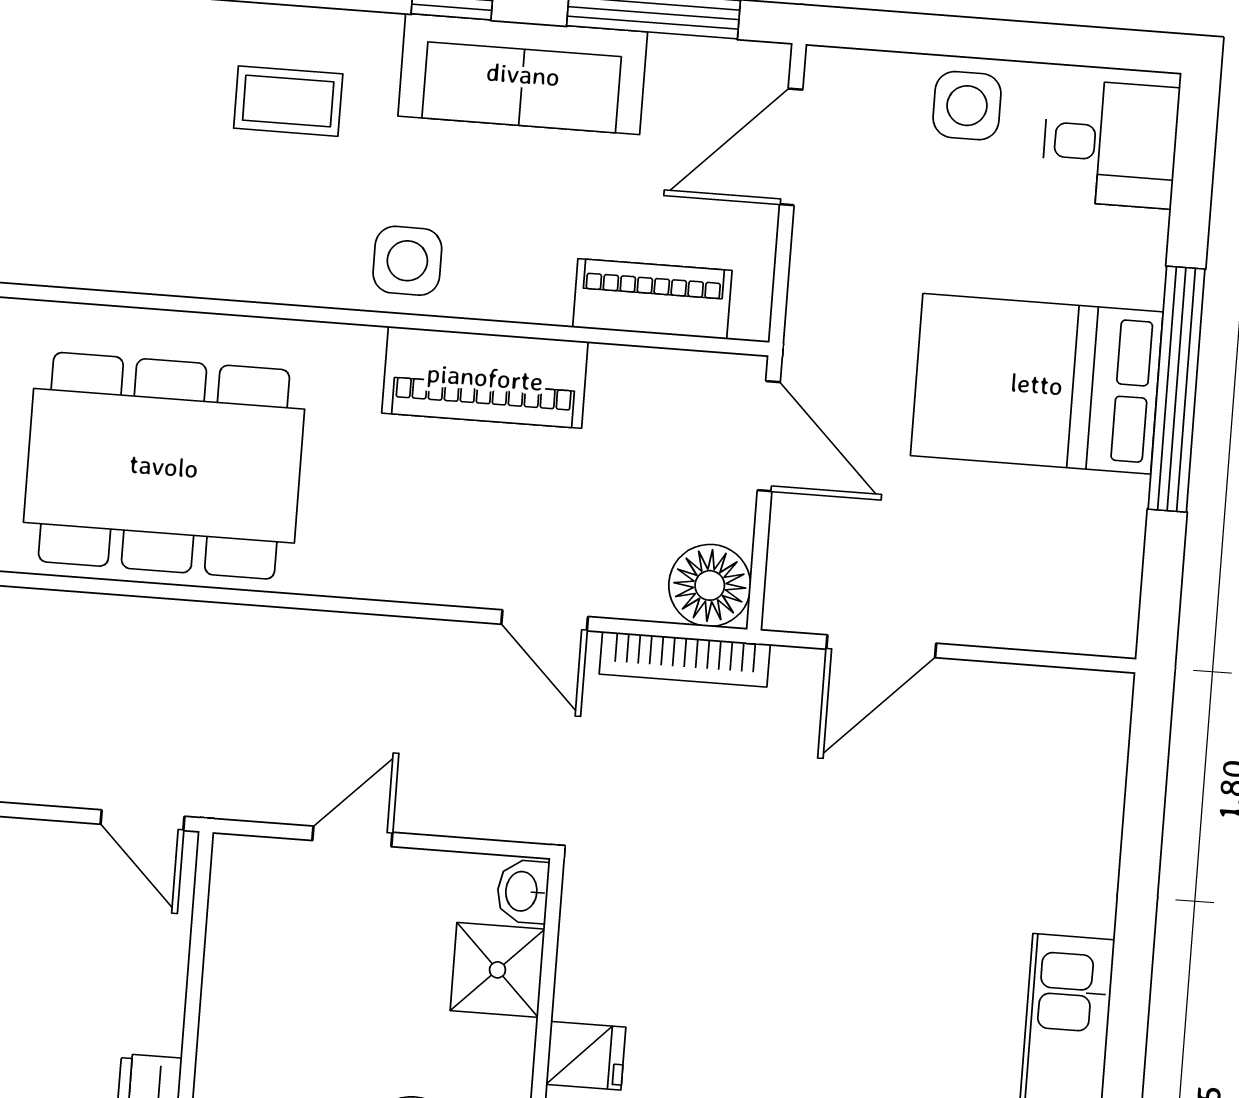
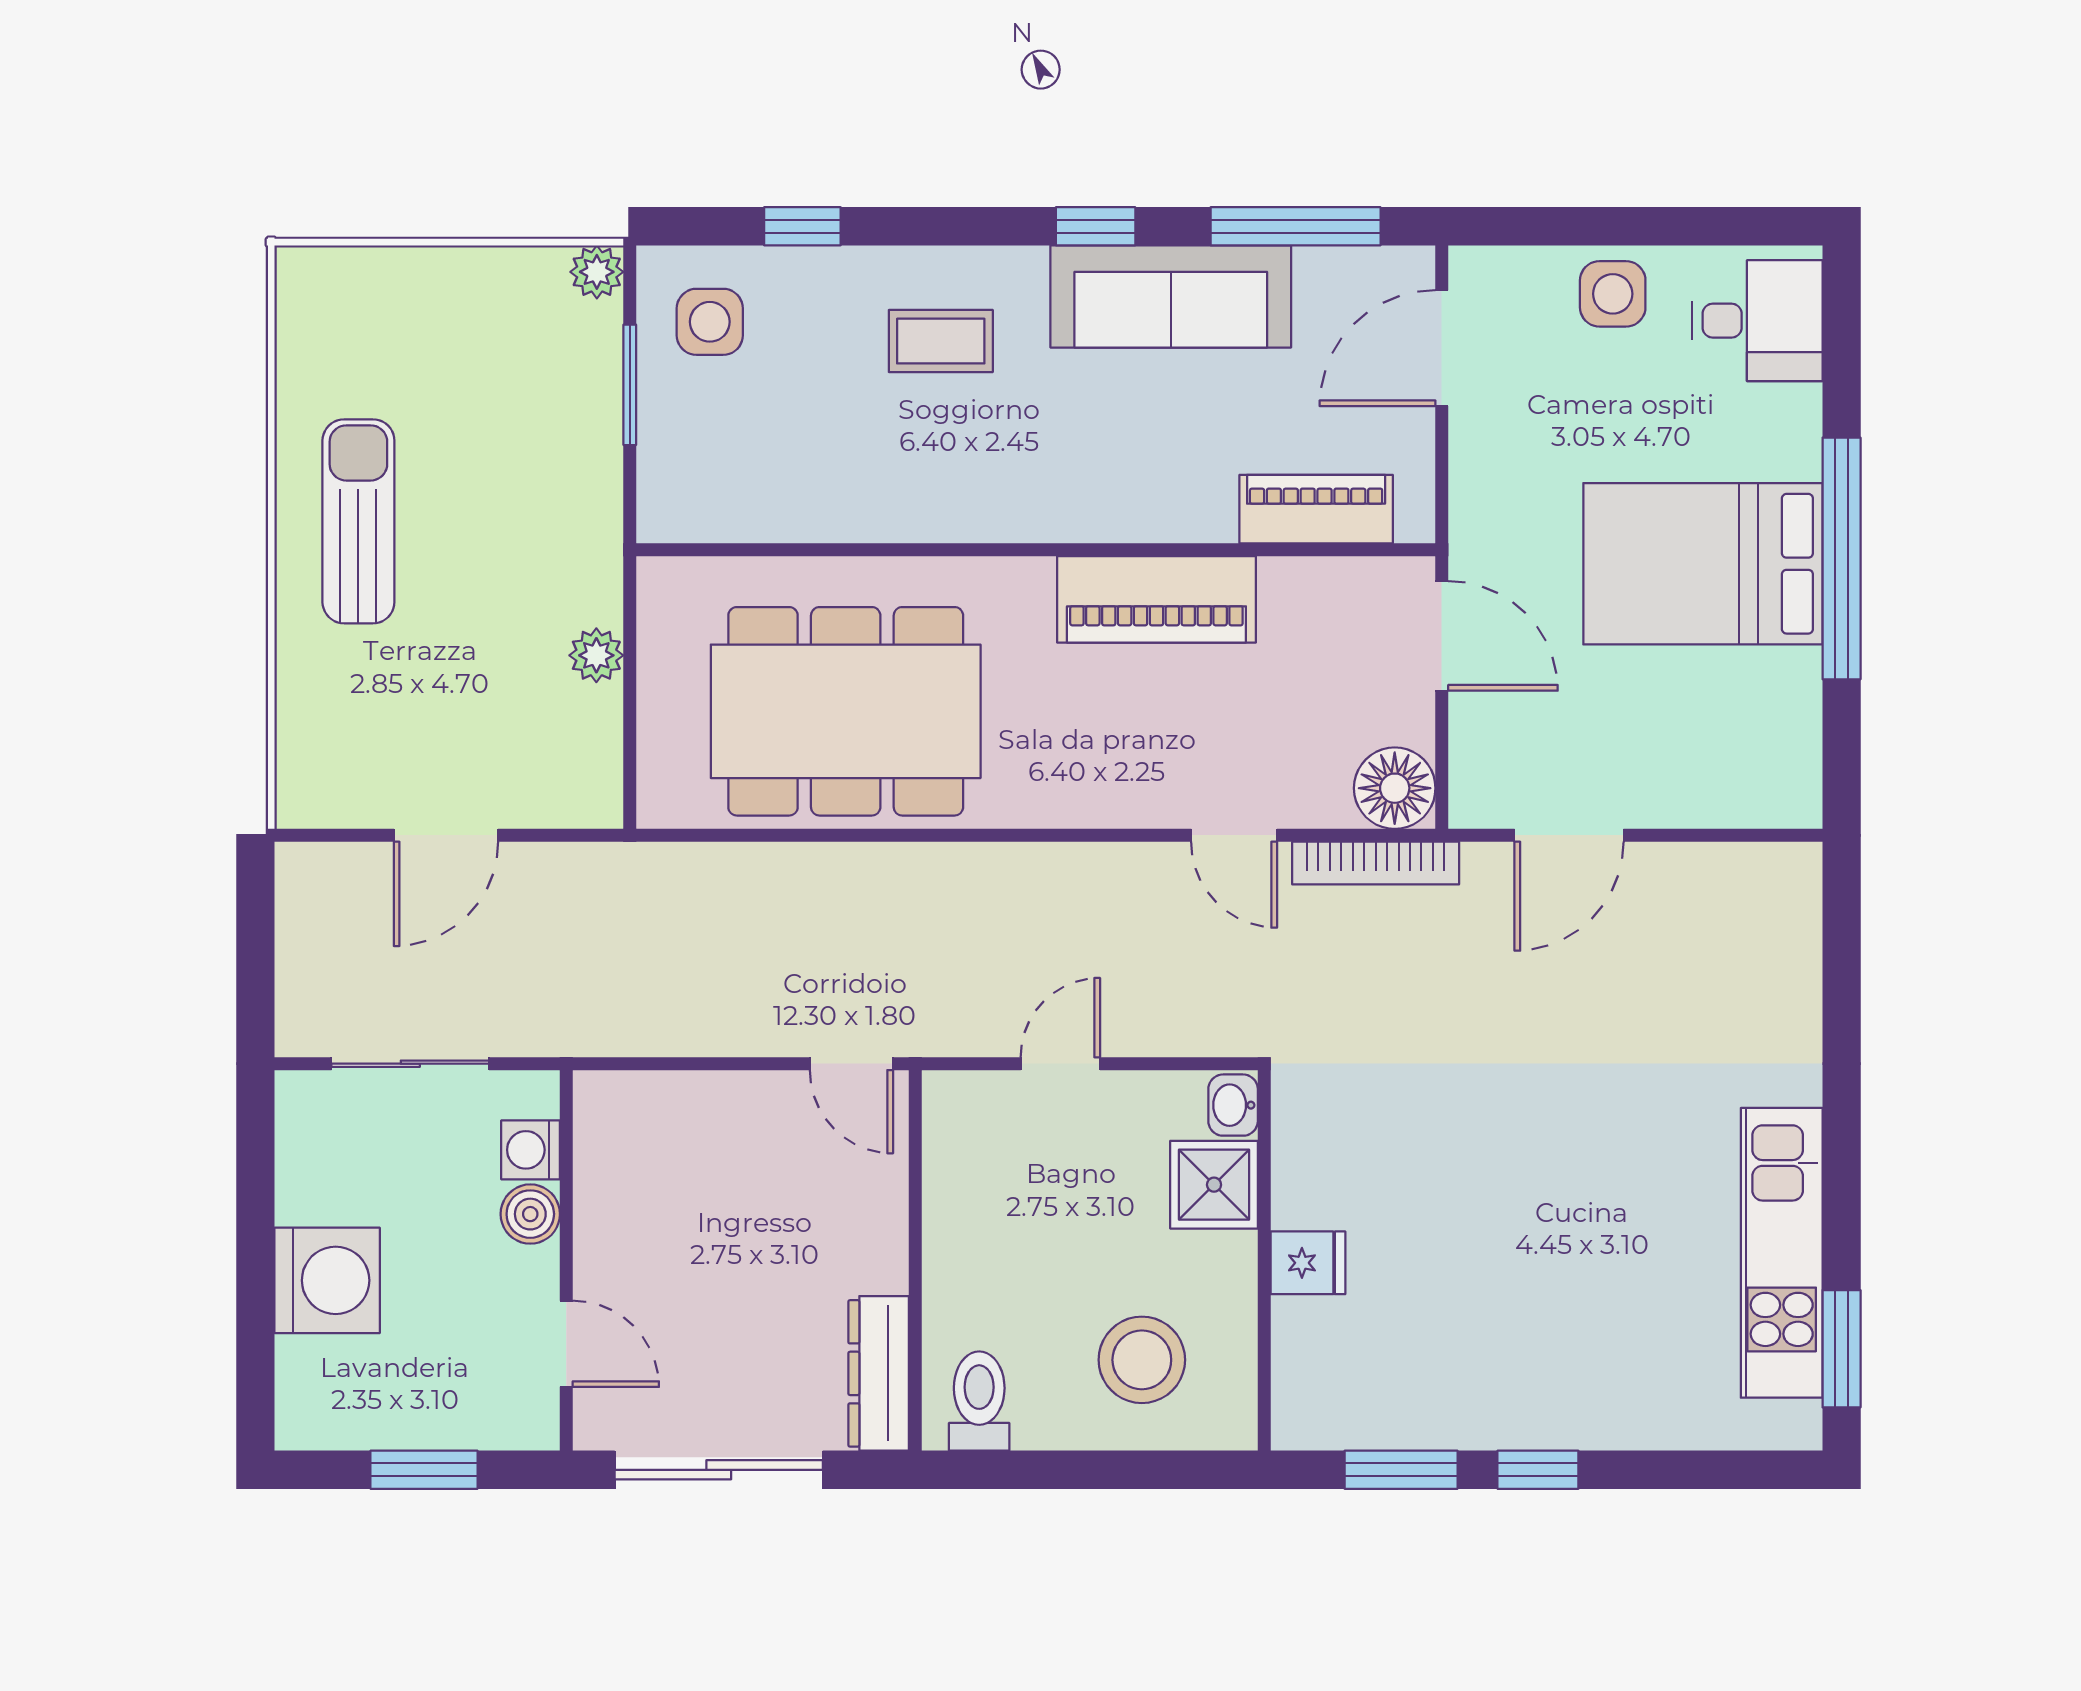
side table: (407, 261) -> (710, 322), moved

